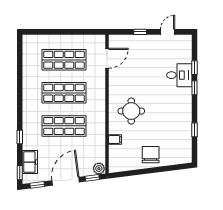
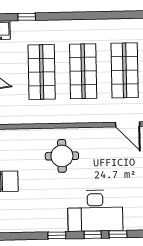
desk: (179, 75) -> (95, 211), width x1.87, depth x1.30
window: (194, 130) -> (57, 235), moved
filing cabinet: (115, 140) -> (26, 136), removed

